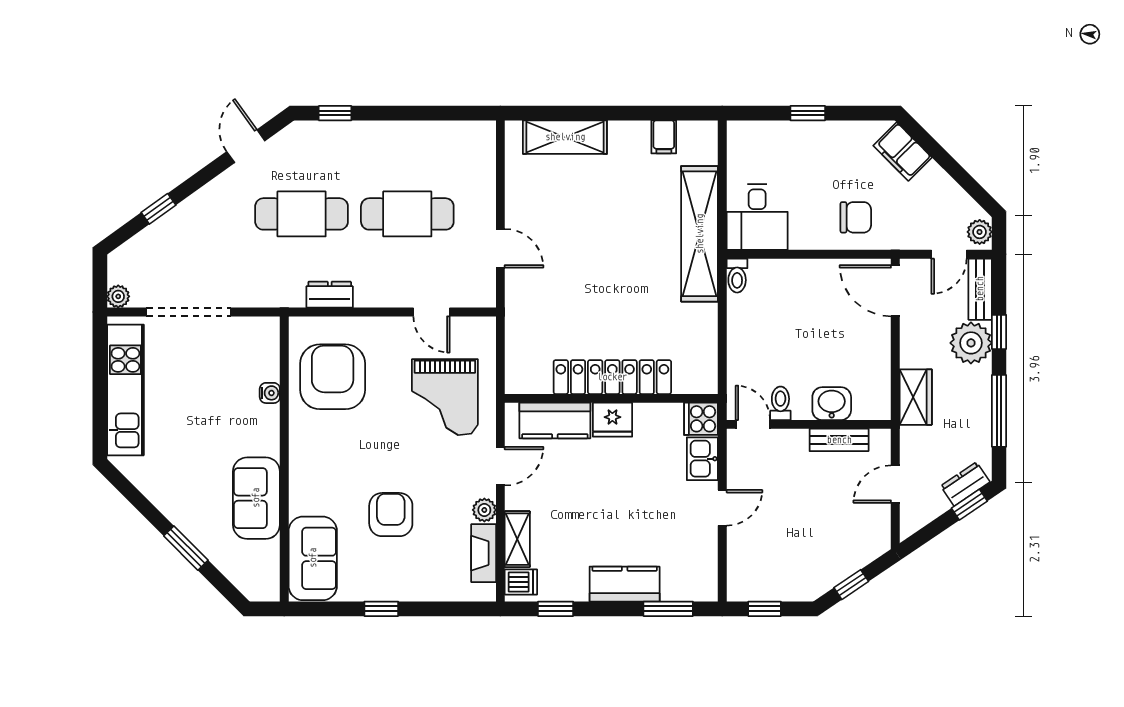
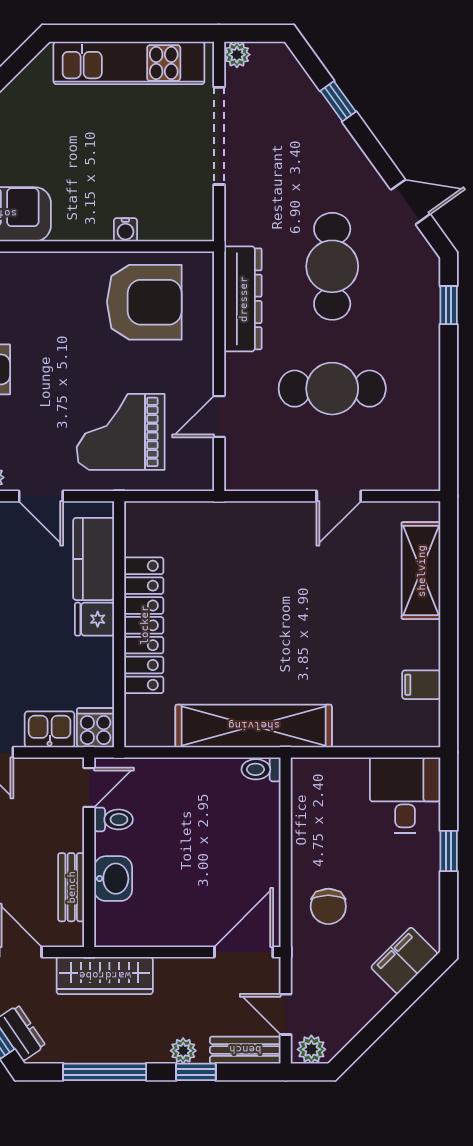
cafe table: (407, 214) -> (332, 389), turned 90
desk: (757, 217) -> (405, 795), moved, turned 90
shelving: (700, 234) -> (254, 726), moved
door: (500, 248) -> (339, 496), moved
dresser: (330, 295) -> (243, 299), width x1.96, depth x1.24
plant: (971, 343) -> (183, 1051), width x0.53, depth x0.53
wardrobe: (916, 397) -> (105, 976), width x1.50
fridge: (612, 420) -> (95, 619), width x0.72

